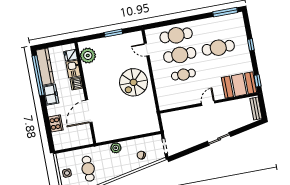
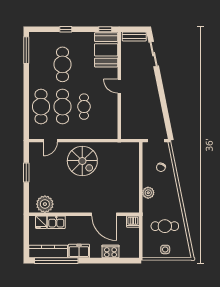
dishwasher: (76, 83) -> (133, 222), moved
sliding door: (219, 139) -> (154, 54), moved

